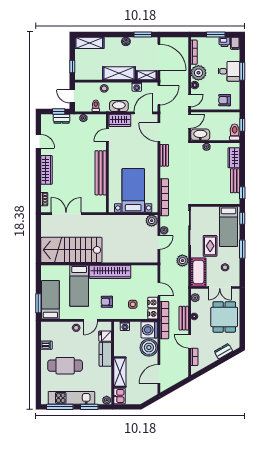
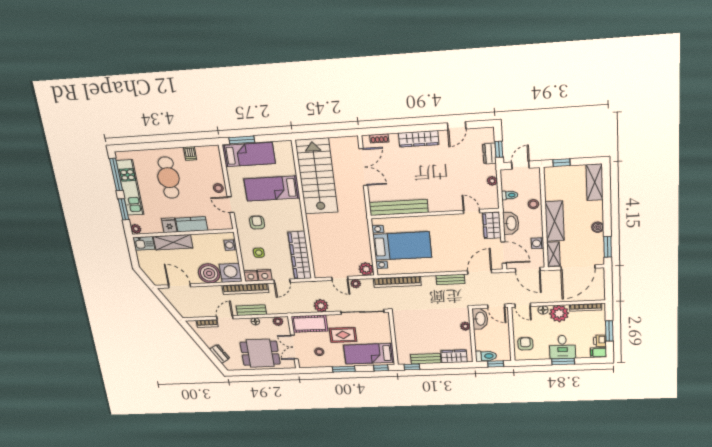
bench: (101, 173) -> (399, 207), moved
wardrobe: (110, 272) -> (300, 255), moved
fridge: (105, 336) -> (169, 225), moved

